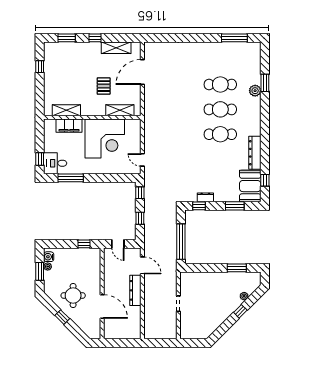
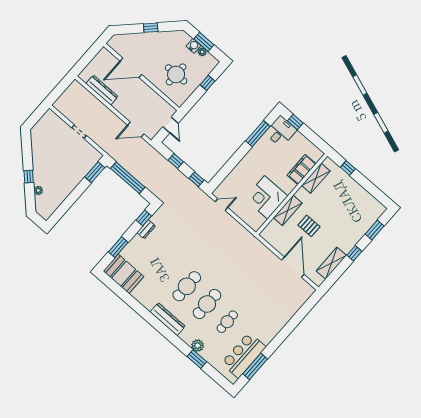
bar counter: (234, 53) -> (244, 355), added
window: (40, 67) -> (348, 168), moved
cafe table: (220, 85) -> (227, 322), width x0.73, depth x0.74
shelving: (120, 110) -> (288, 210), moved
corner desk: (105, 138) -> (266, 197), width x0.74, depth x0.74
dresser: (255, 153) -> (168, 319), moved
window: (265, 180) -> (118, 290), removed
window: (84, 244) -> (207, 83), moved
door: (118, 244) -> (171, 125), swing flipped
water cooler: (49, 257) -> (194, 46), moved
window: (237, 268) -> (95, 172), moved
dresser: (135, 290) -> (102, 90), moved
round table: (73, 296) -> (176, 74), moved

